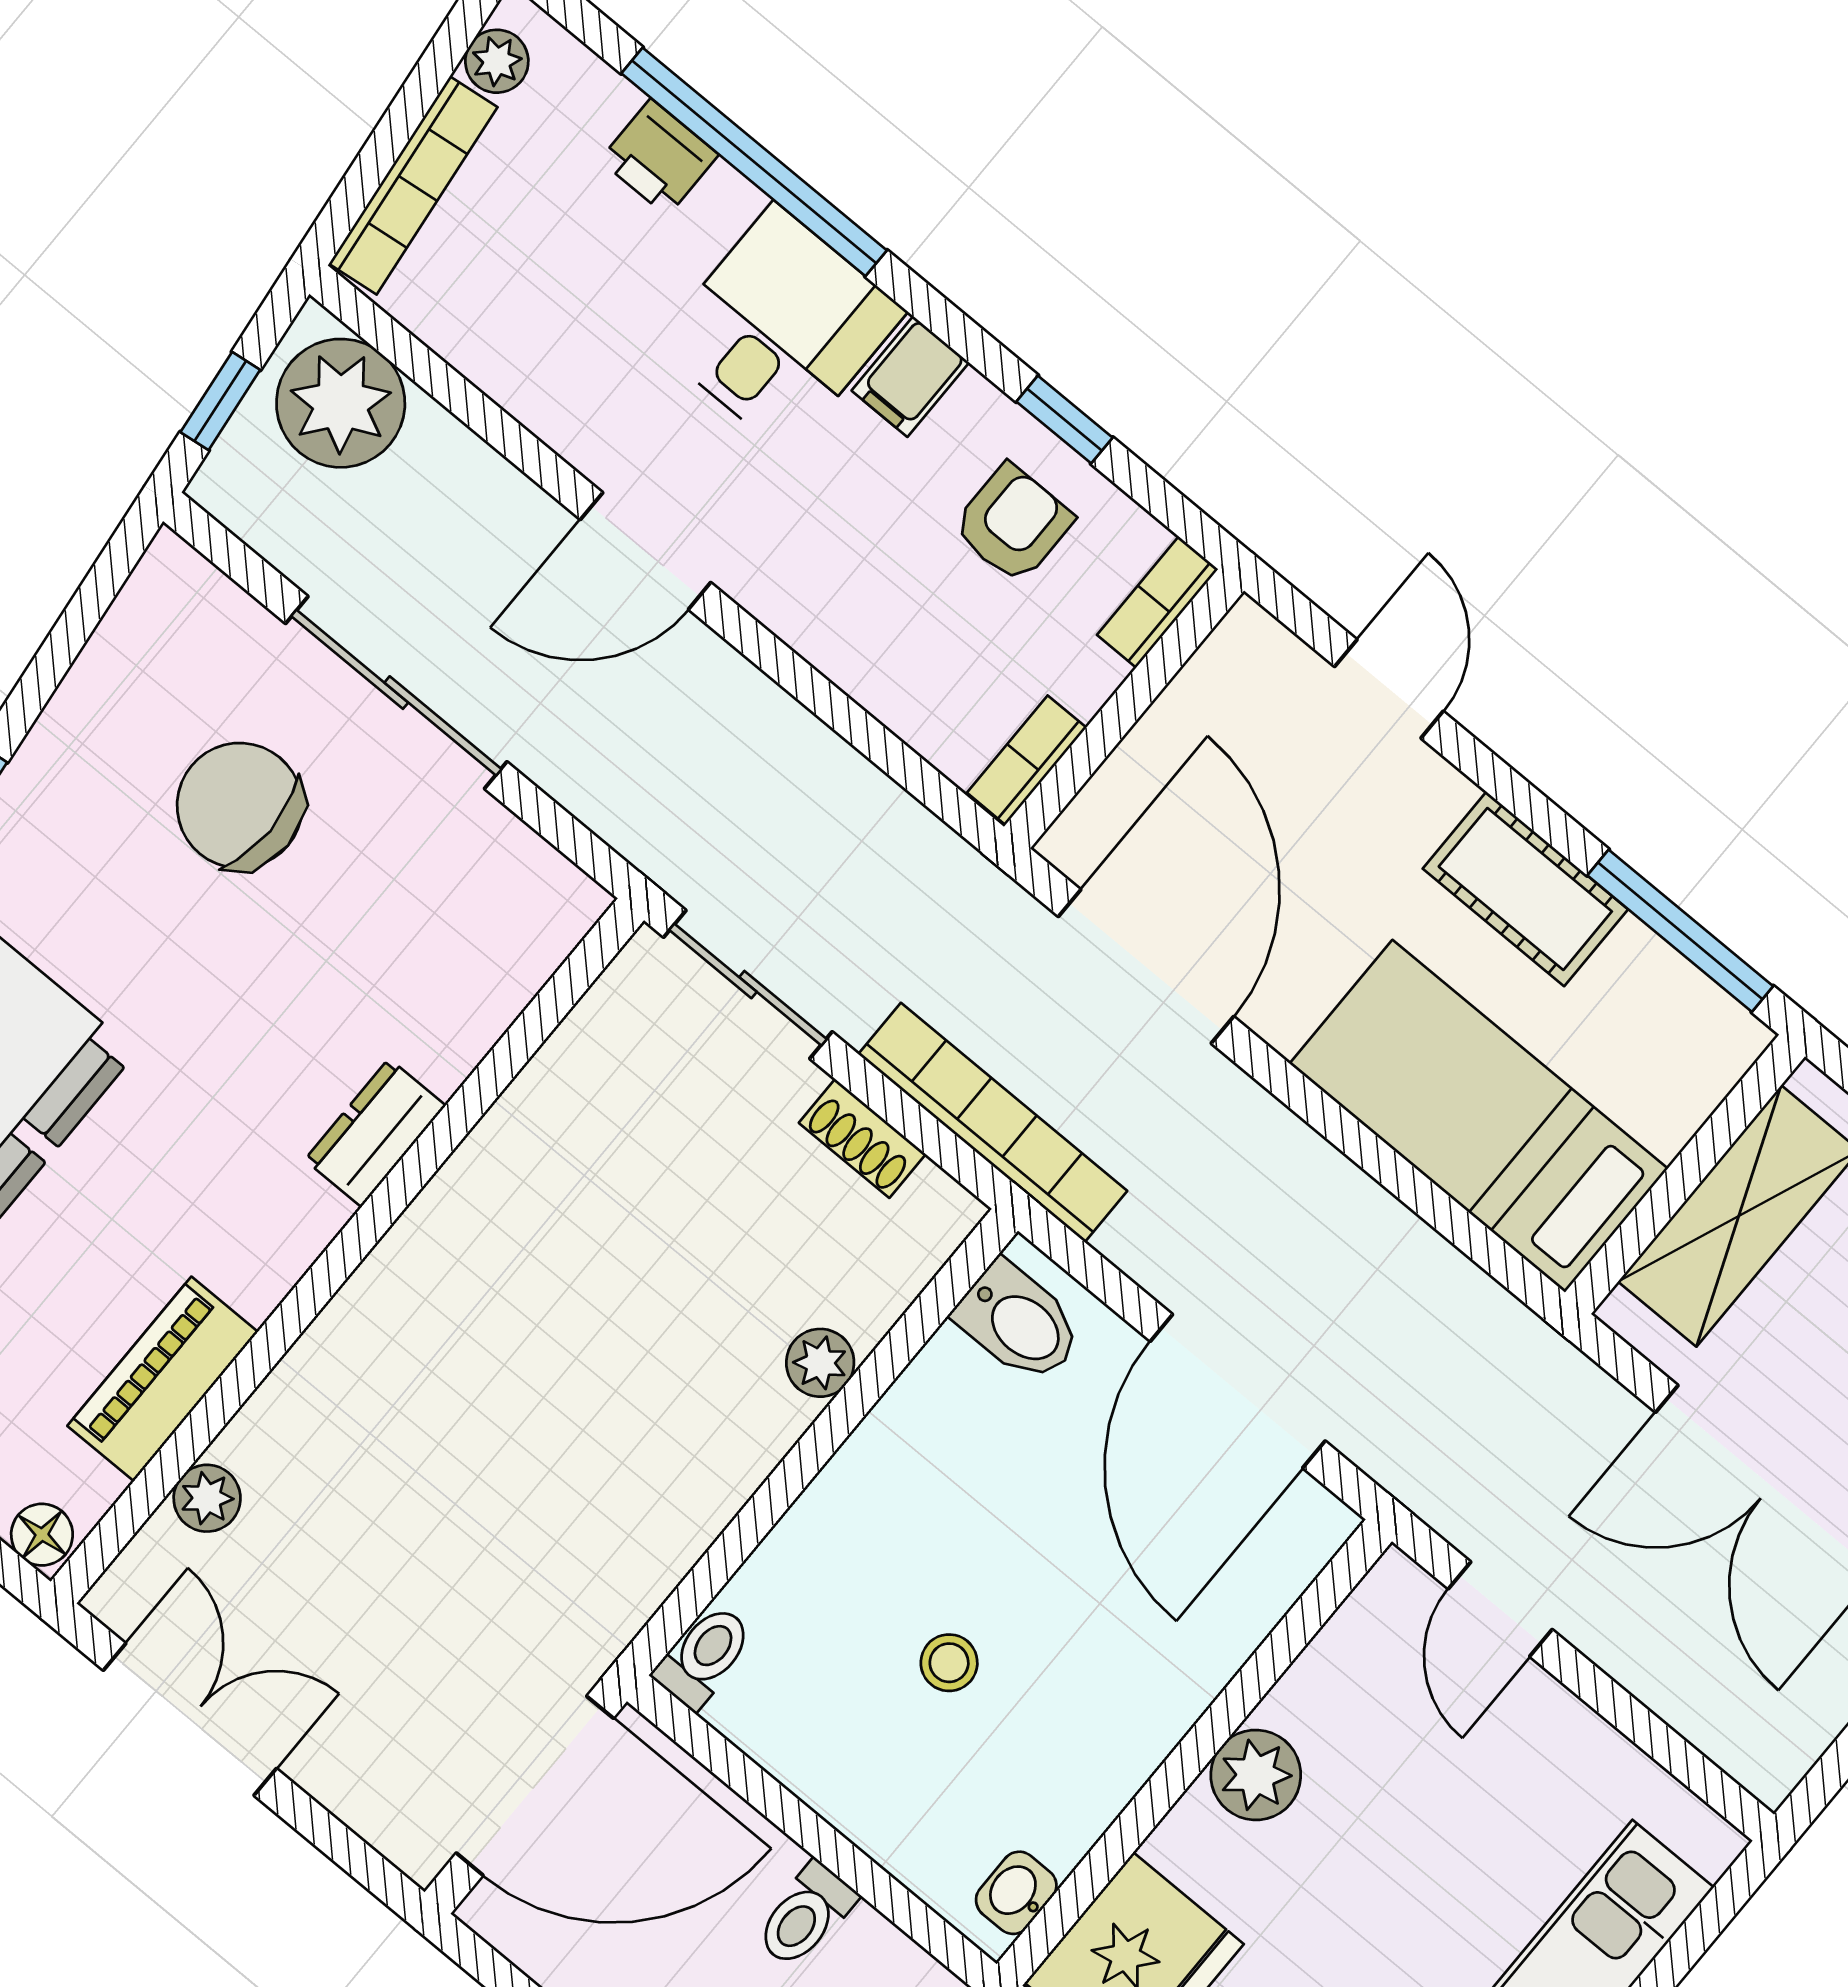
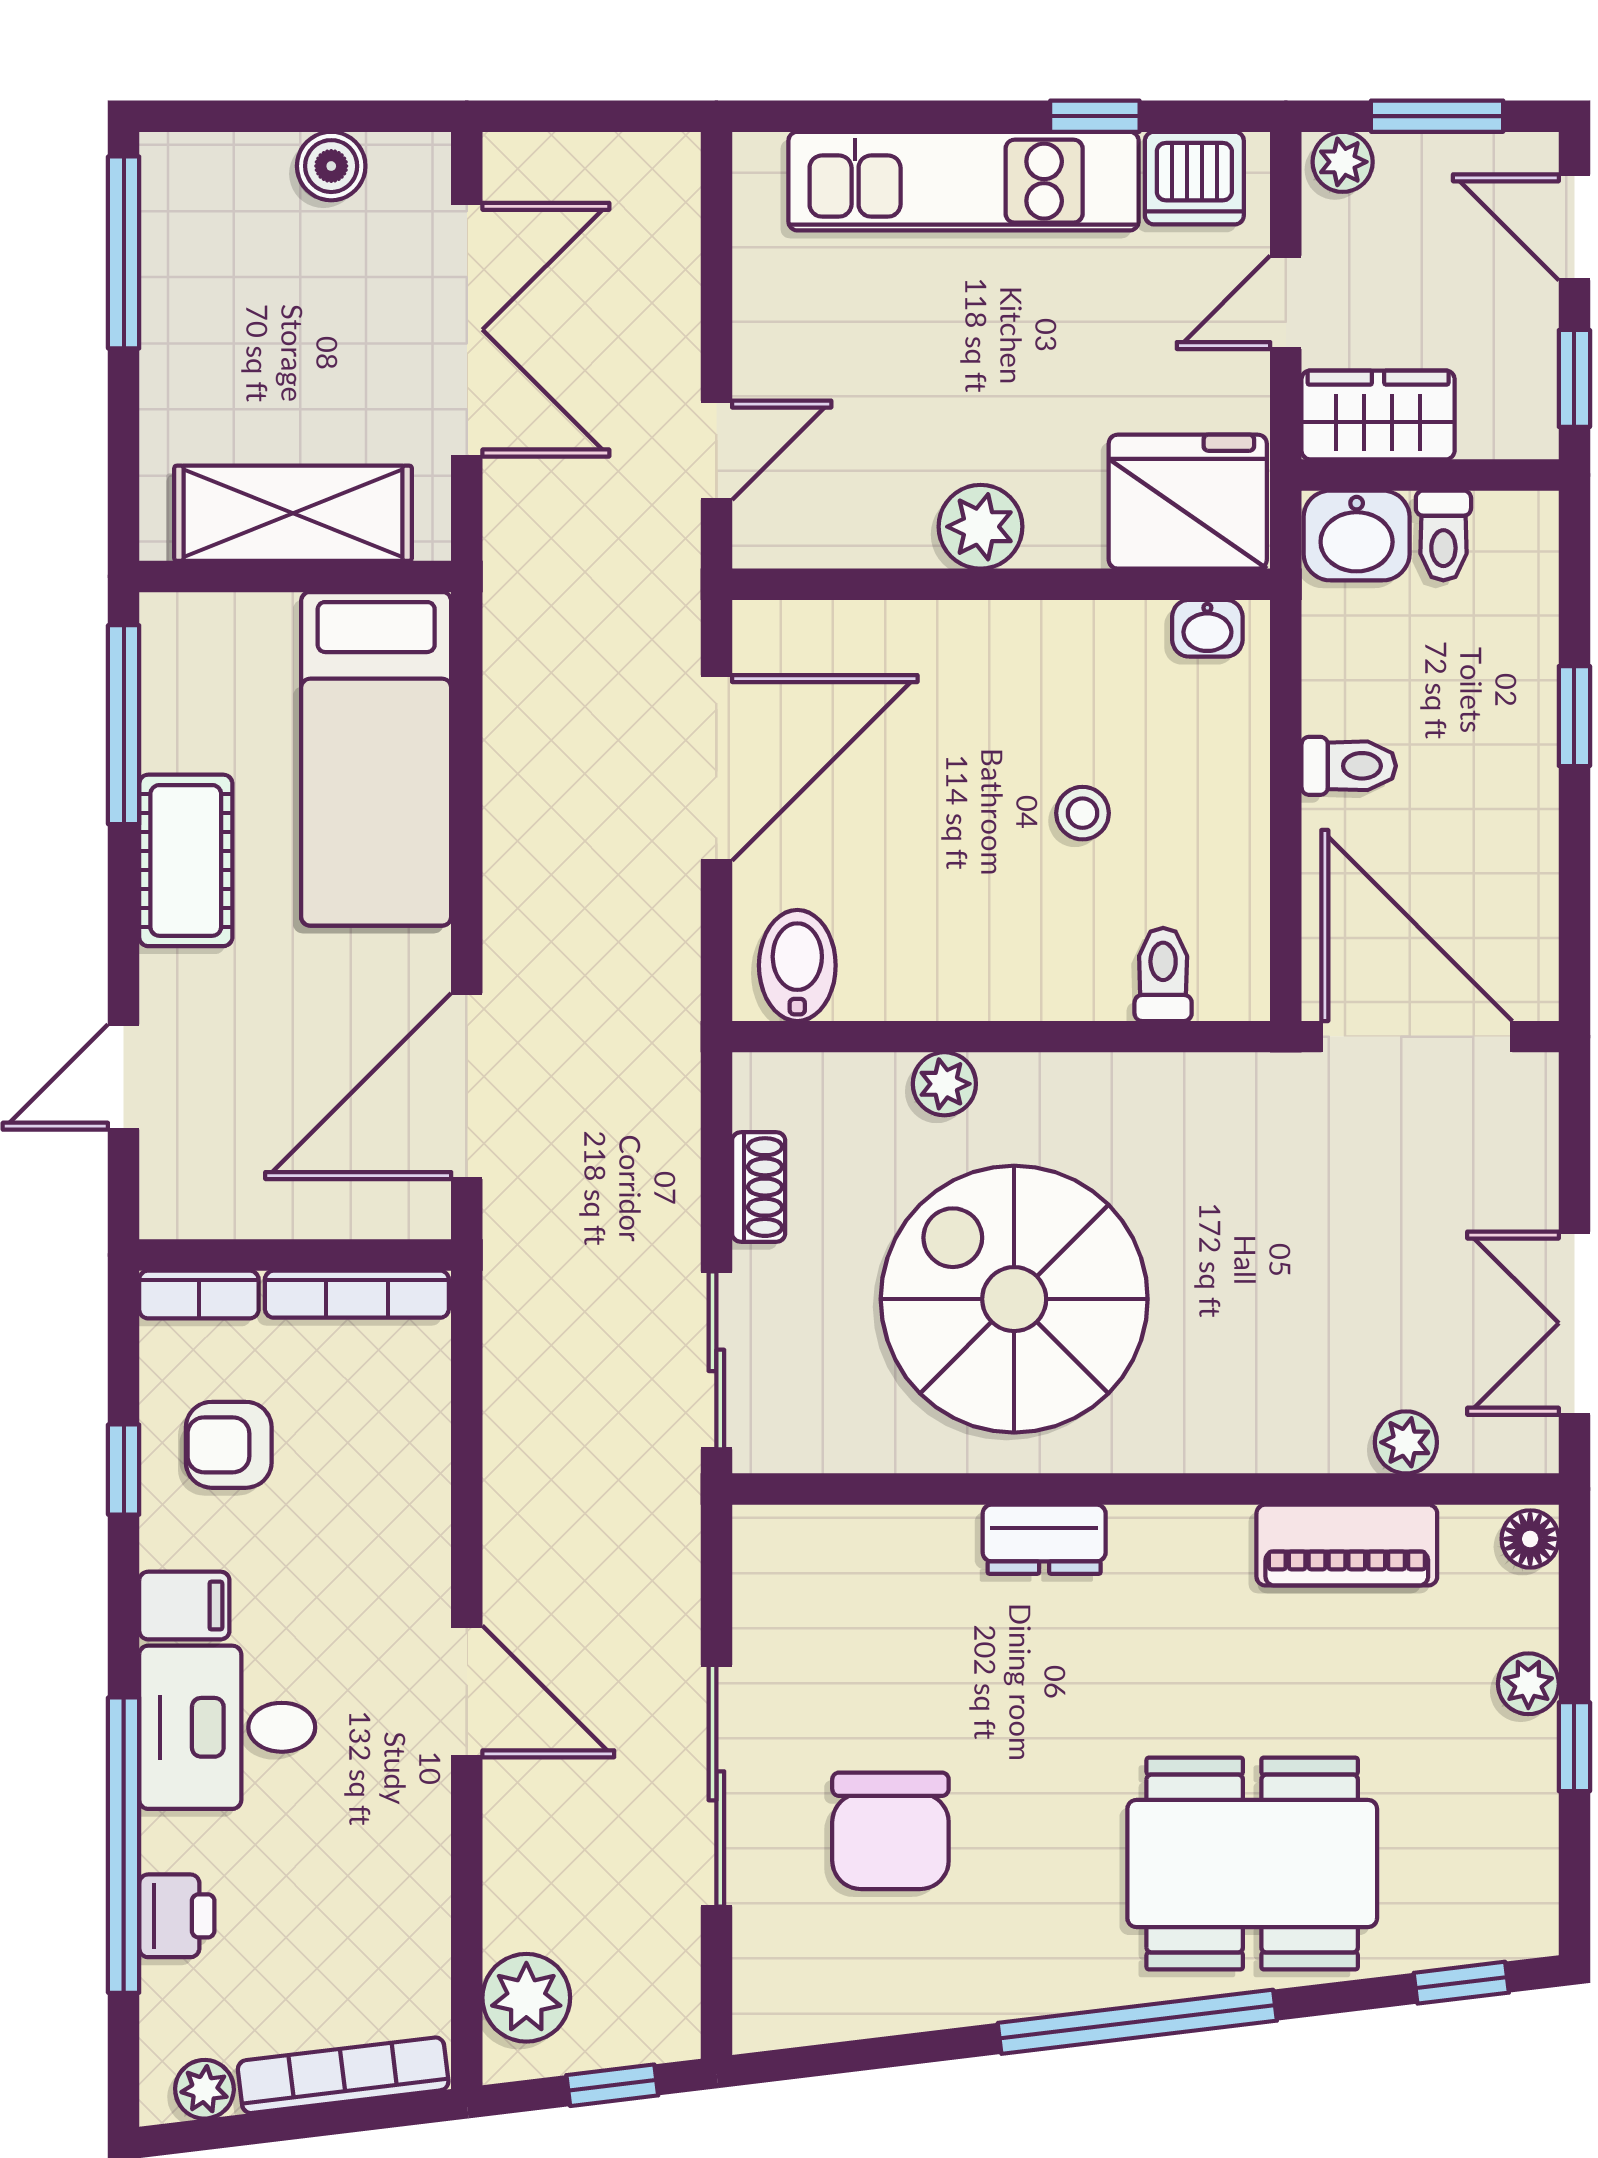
plant: (341, 403) -> (526, 1998), width x0.73, depth x0.73
bookcase: (1027, 760) -> (357, 1294), width x1.56
bookcase: (993, 1122) -> (670, 1103), removed
spiral stairs: (594, 1273) -> (1014, 1299), added
toilet: (704, 1656) -> (1163, 974), moved, turned 90

